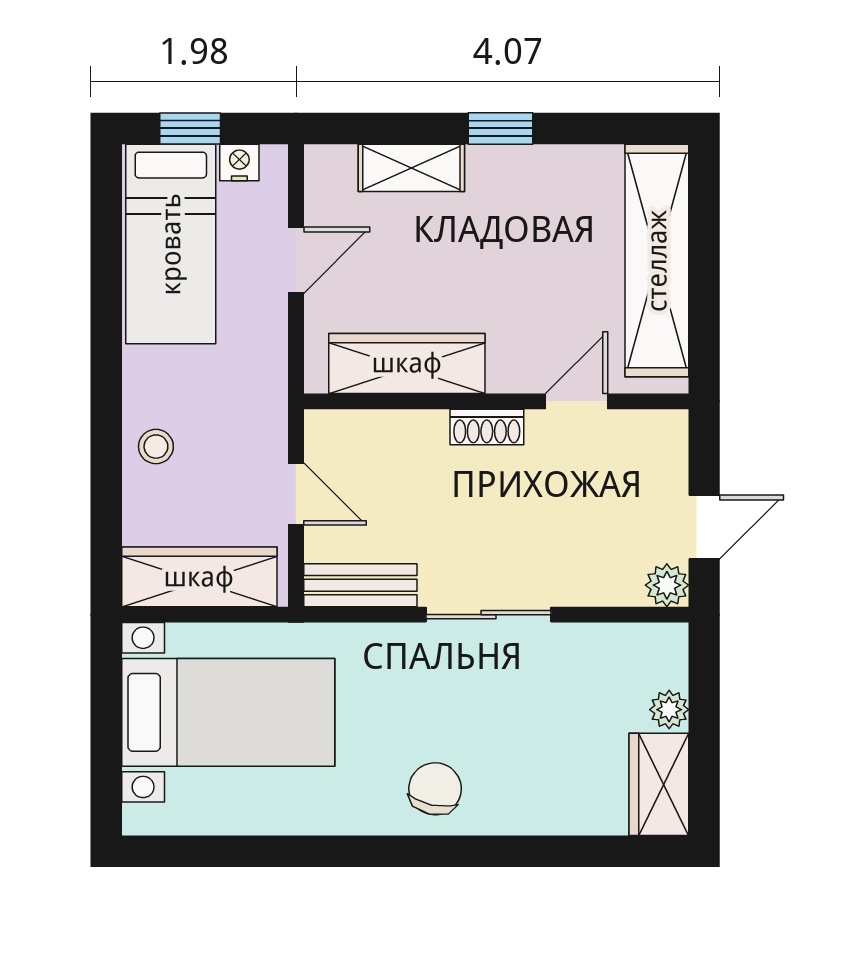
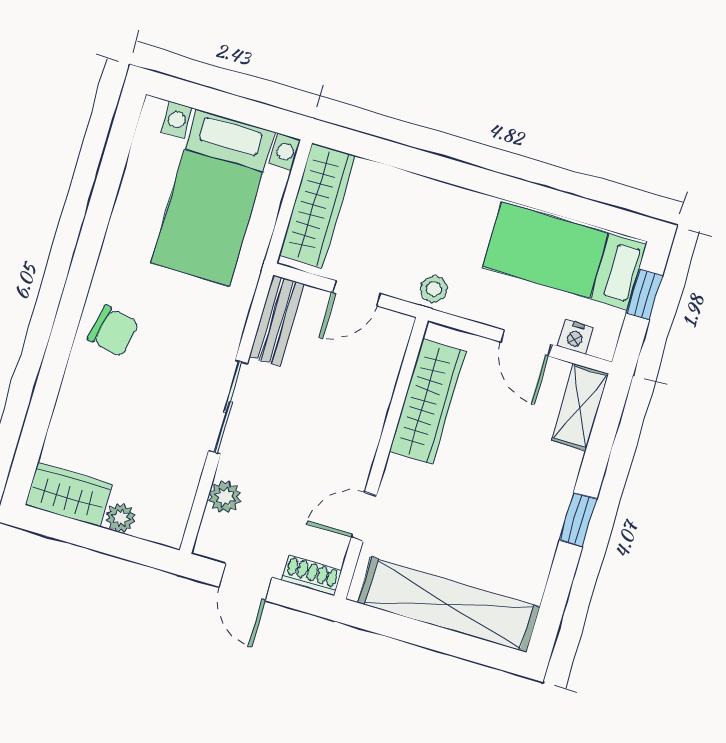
nightstand: (239, 163) -> (575, 337), moved, turned 90
shelving: (411, 168) -> (580, 407), moved
door: (577, 401) -> (364, 516), swing flipped
shoe rack: (487, 427) -> (311, 575), moved, turned 90
stool: (156, 447) -> (434, 289), moved
plant: (667, 585) -> (225, 497), moved

